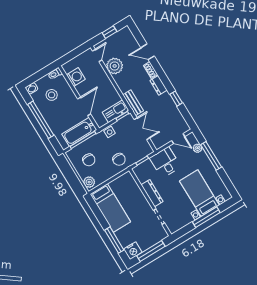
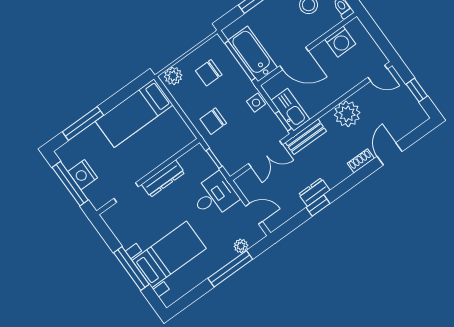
plant: (115, 66) -> (347, 114), moved
dresser: (159, 85) -> (314, 192), moved
door: (178, 139) -> (254, 214), swing flipped
nightstand: (133, 251) -> (83, 175), moved

